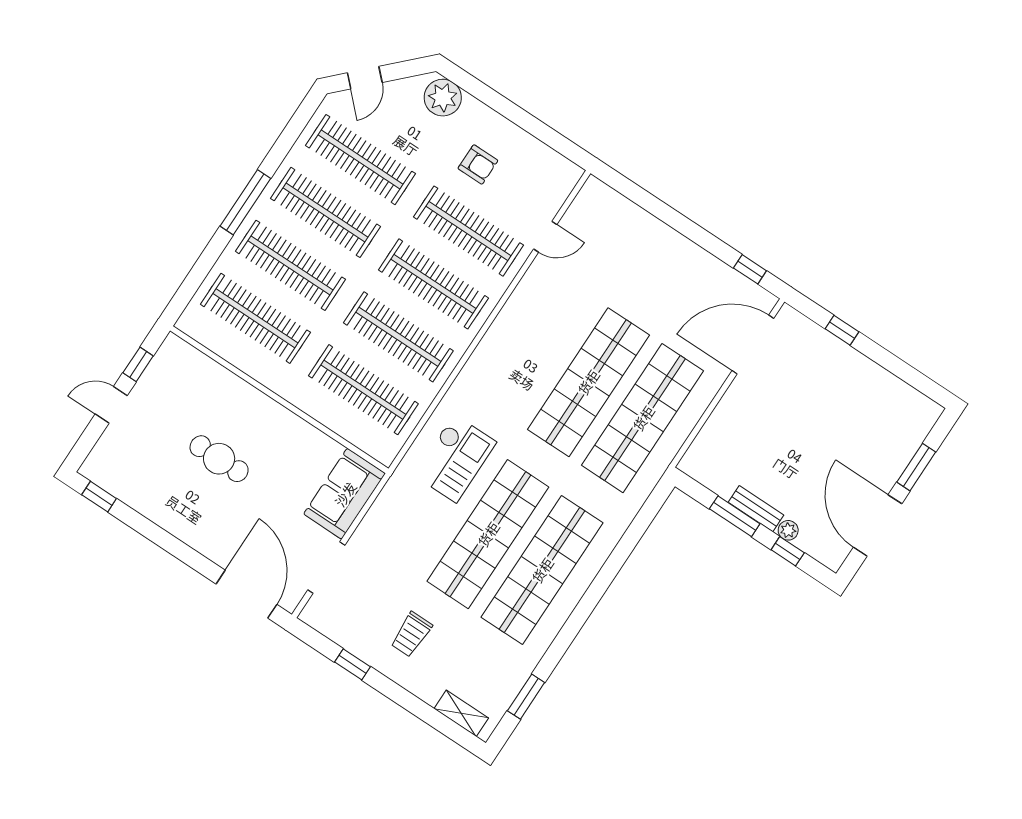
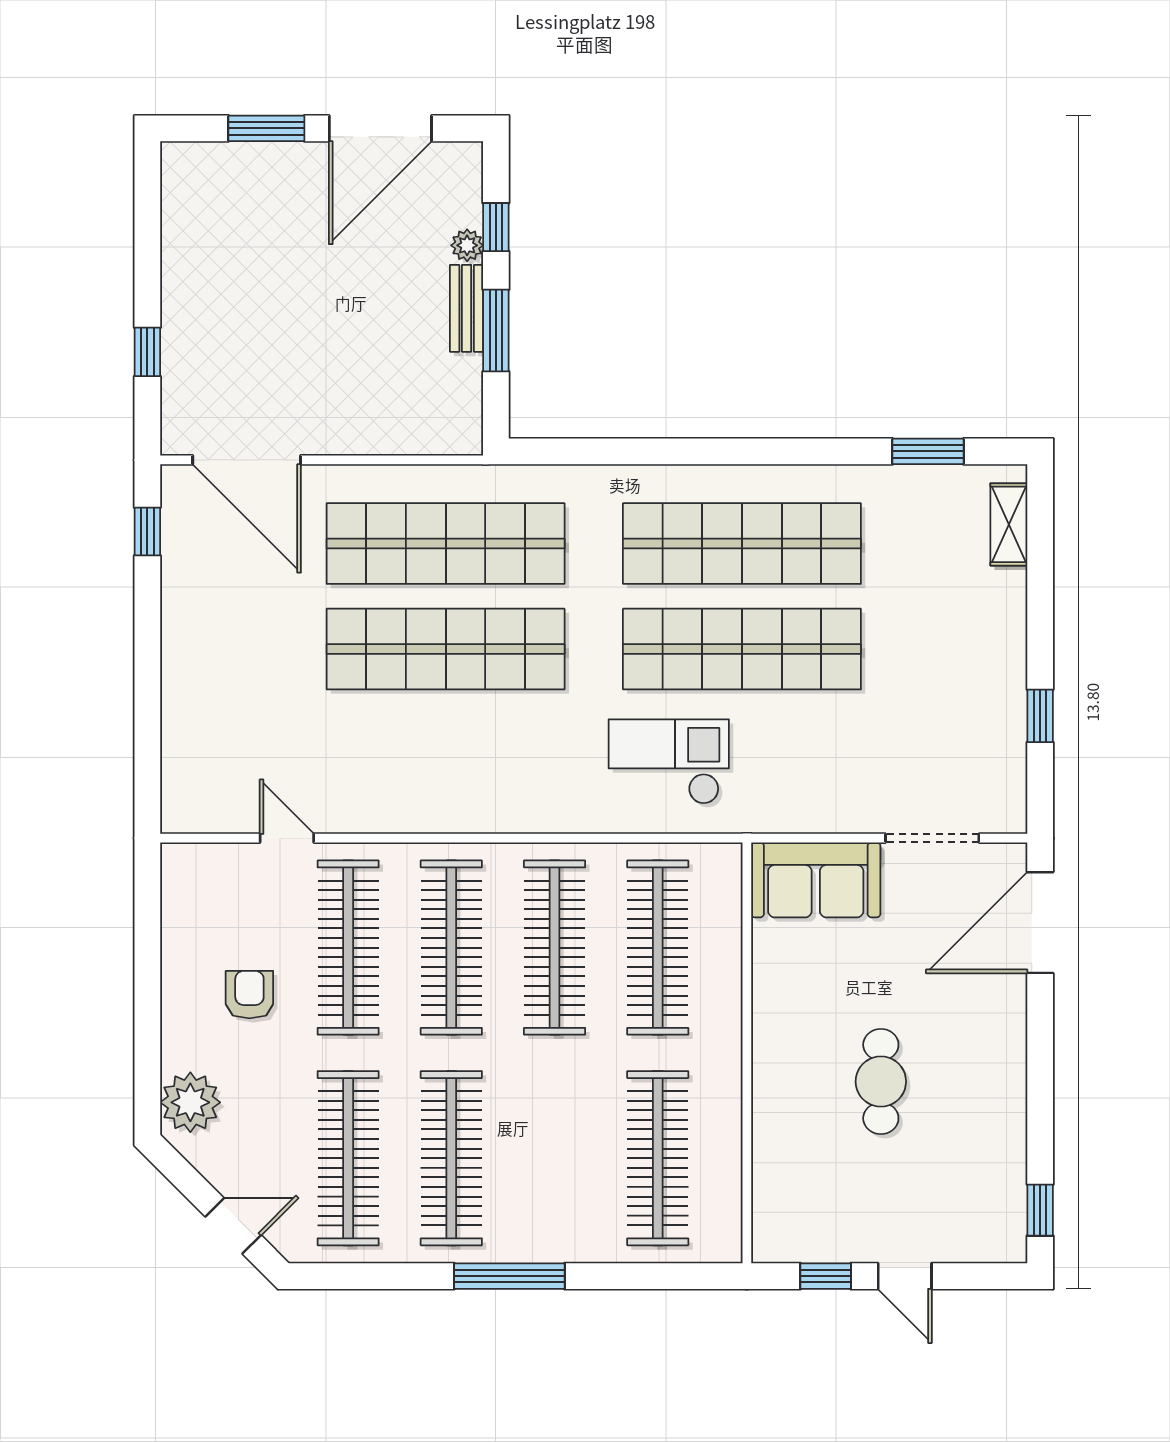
clothes rail: (290, 265) -> (555, 1158), removed
trolley: (411, 634) -> (947, 663), removed

